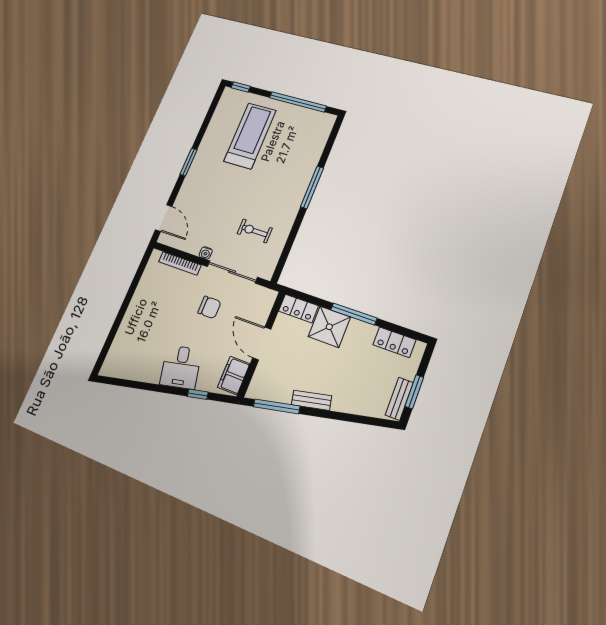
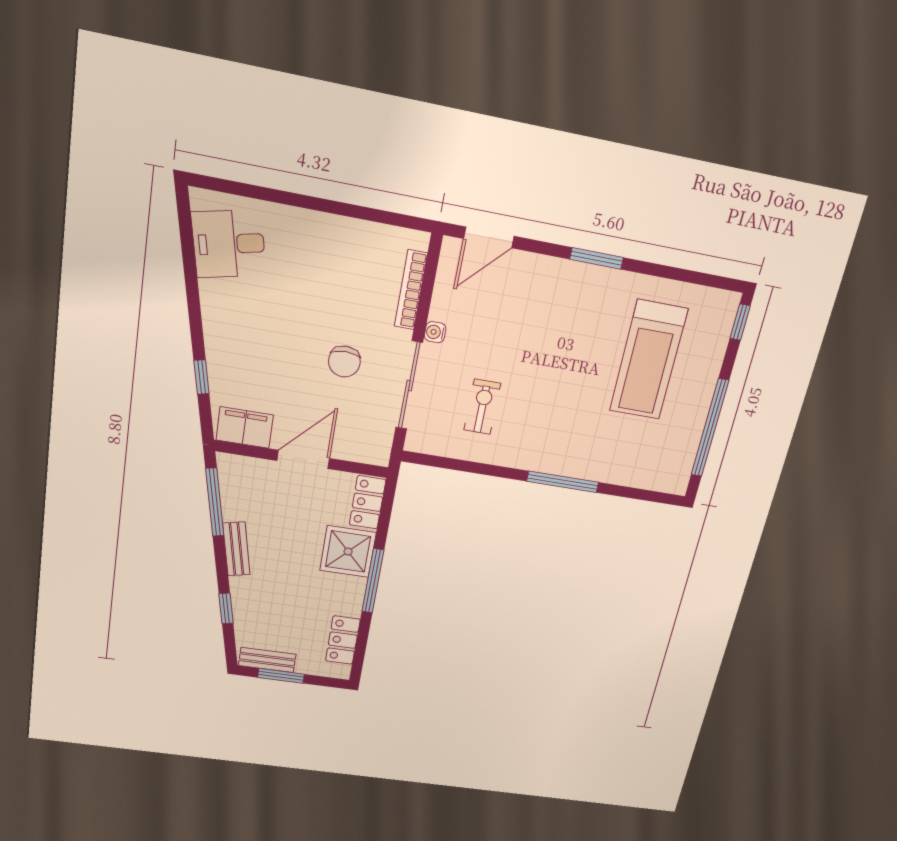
treadmill: (250, 136) -> (648, 360), turned 90
desk: (181, 367) -> (229, 244), moved
window: (353, 418) -> (226, 608), added

